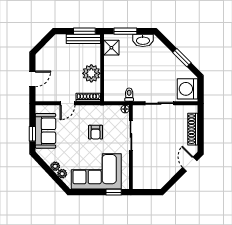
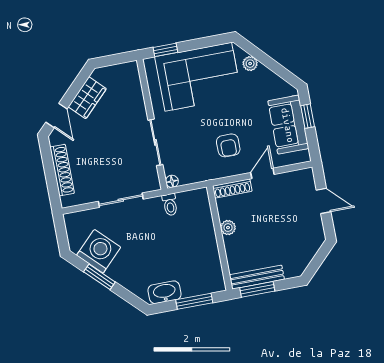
shower: (111, 48) -> (211, 272), removed
plant: (91, 73) -> (228, 228), width x0.53, depth x0.53
door: (32, 79) -> (324, 201), swing flipped
washing machine: (187, 89) -> (99, 251), moved, turned -45
armchair: (96, 132) -> (228, 145), moved, turned 180
plant: (55, 166) -> (263, 73), removed
wardrobe: (168, 171) -> (87, 98), added

